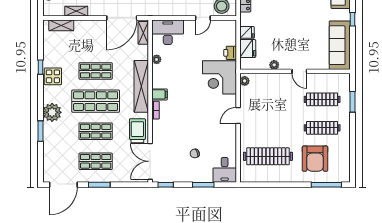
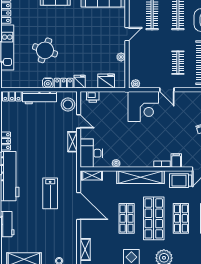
shelving: (76, 11) -> (72, 142), moved
door: (122, 18) -> (79, 206), moved
fridge: (247, 32) -> (80, 82), moved
printer: (230, 53) -> (93, 97), moved
corner desk: (219, 77) -> (143, 106), moved
filing cabinet: (160, 94) -> (176, 161), moved
clothes rail: (268, 128) -> (178, 63), added

